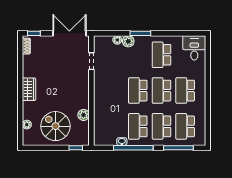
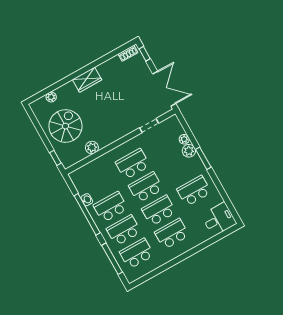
school desk: (114, 91) -> (133, 164), added

